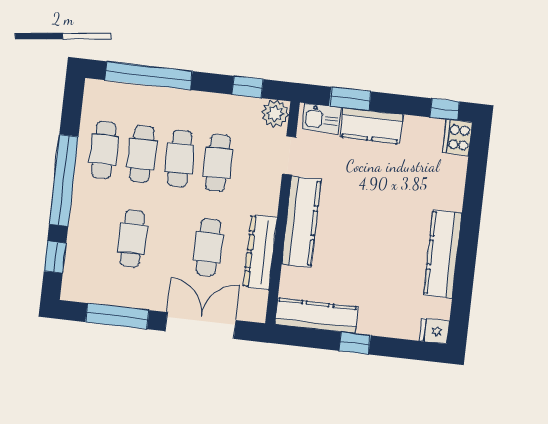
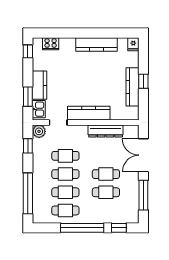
cooker: (457, 137) -> (51, 44), moved
cafe table: (208, 247) -> (106, 174), moved
kitchen counter: (316, 316) -> (132, 87), moved

